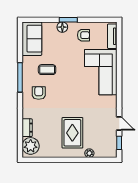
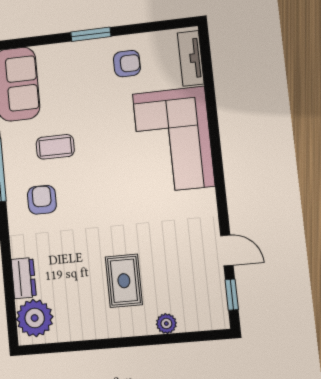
floor lamp: (62, 27) -> (79, 52), removed
rug: (72, 133) -> (124, 281), width x0.73, depth x0.70

